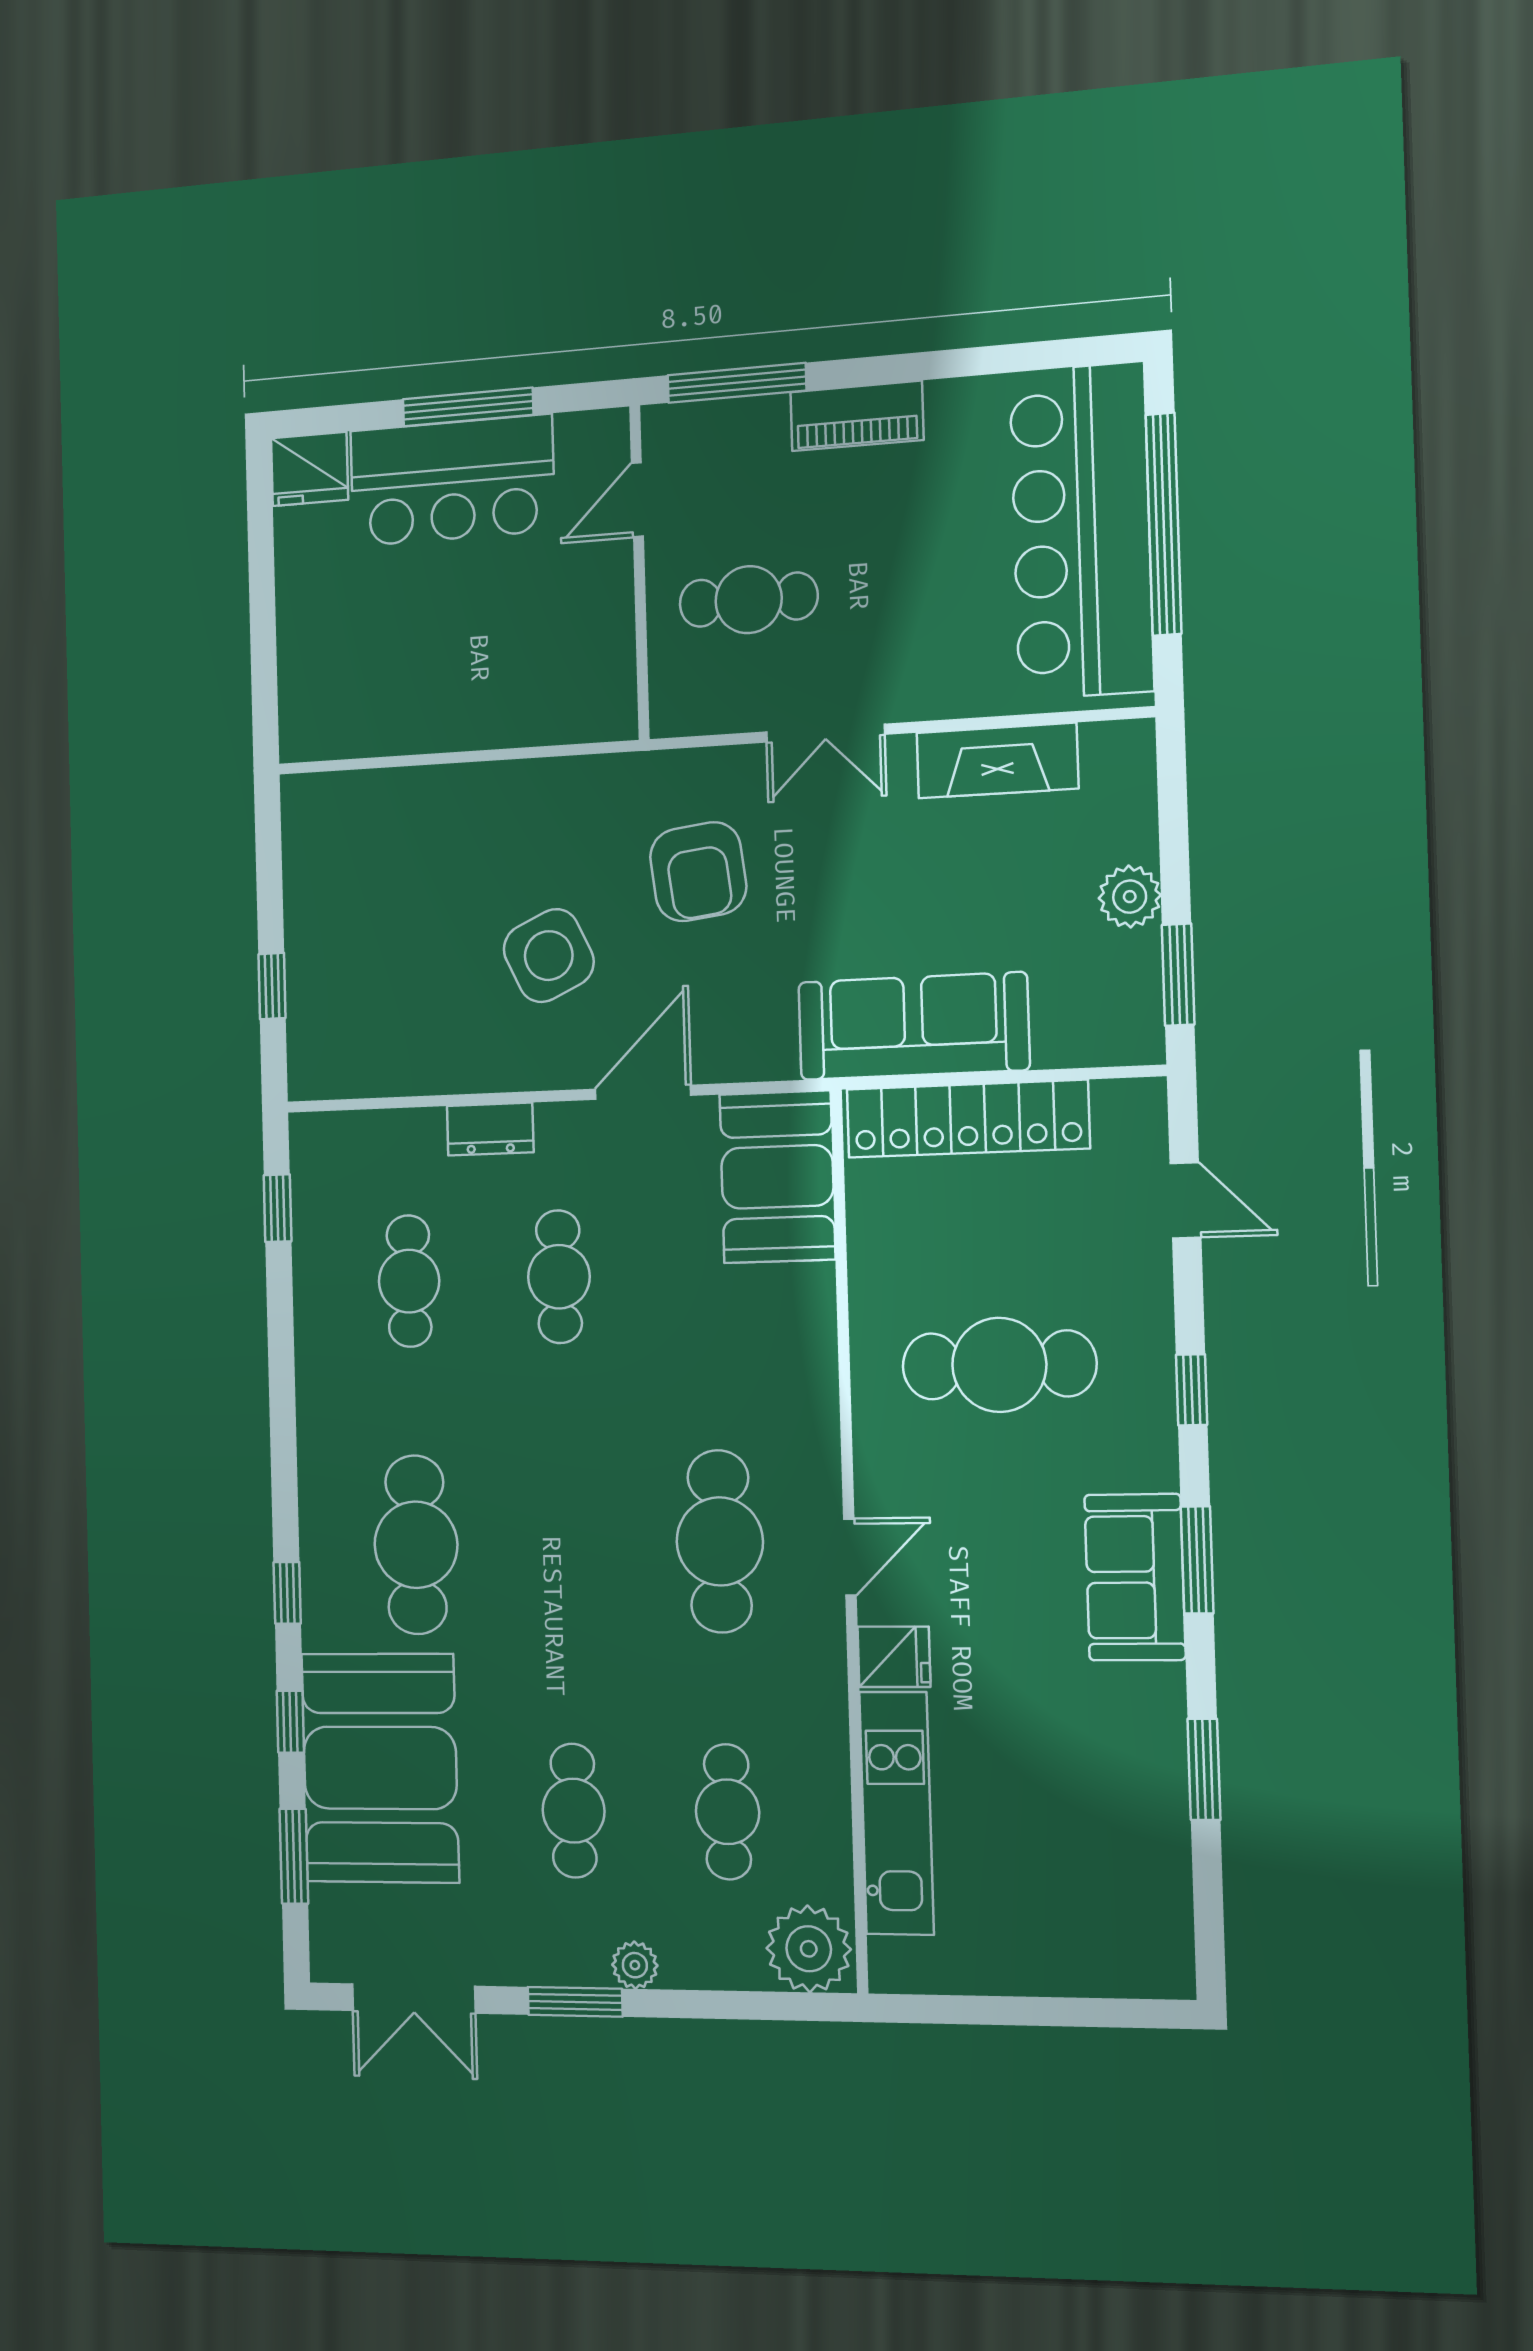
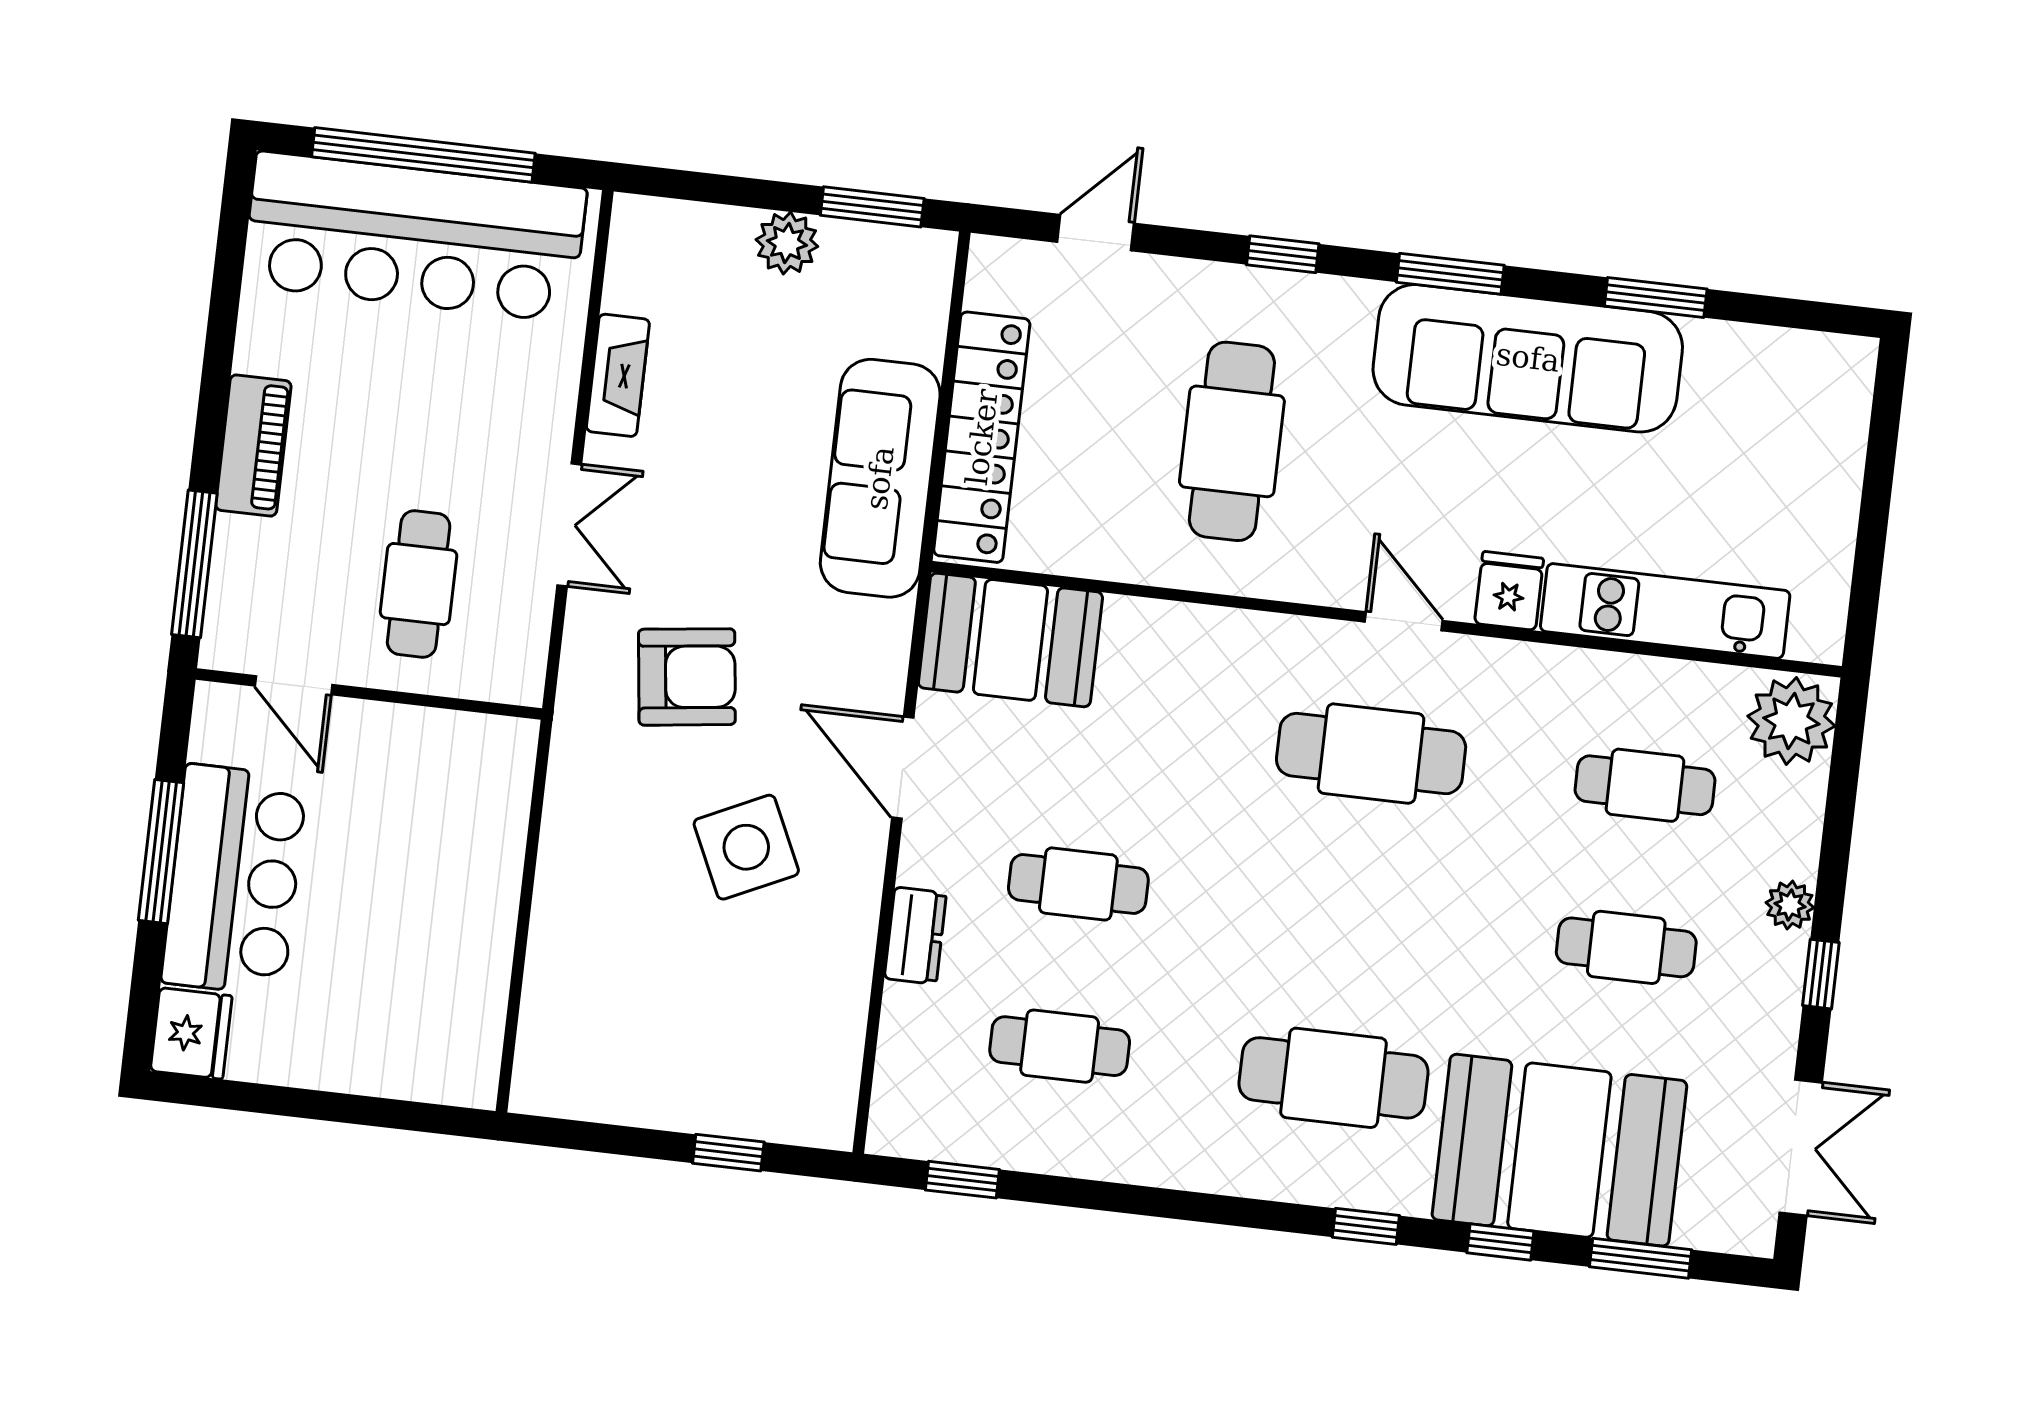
fireplace: (997, 761) -> (618, 375), width x0.73, depth x0.76
sofa: (1135, 1577) -> (1528, 358), width x1.85, depth x1.27
window: (575, 2002) -> (1821, 974), width x0.67

